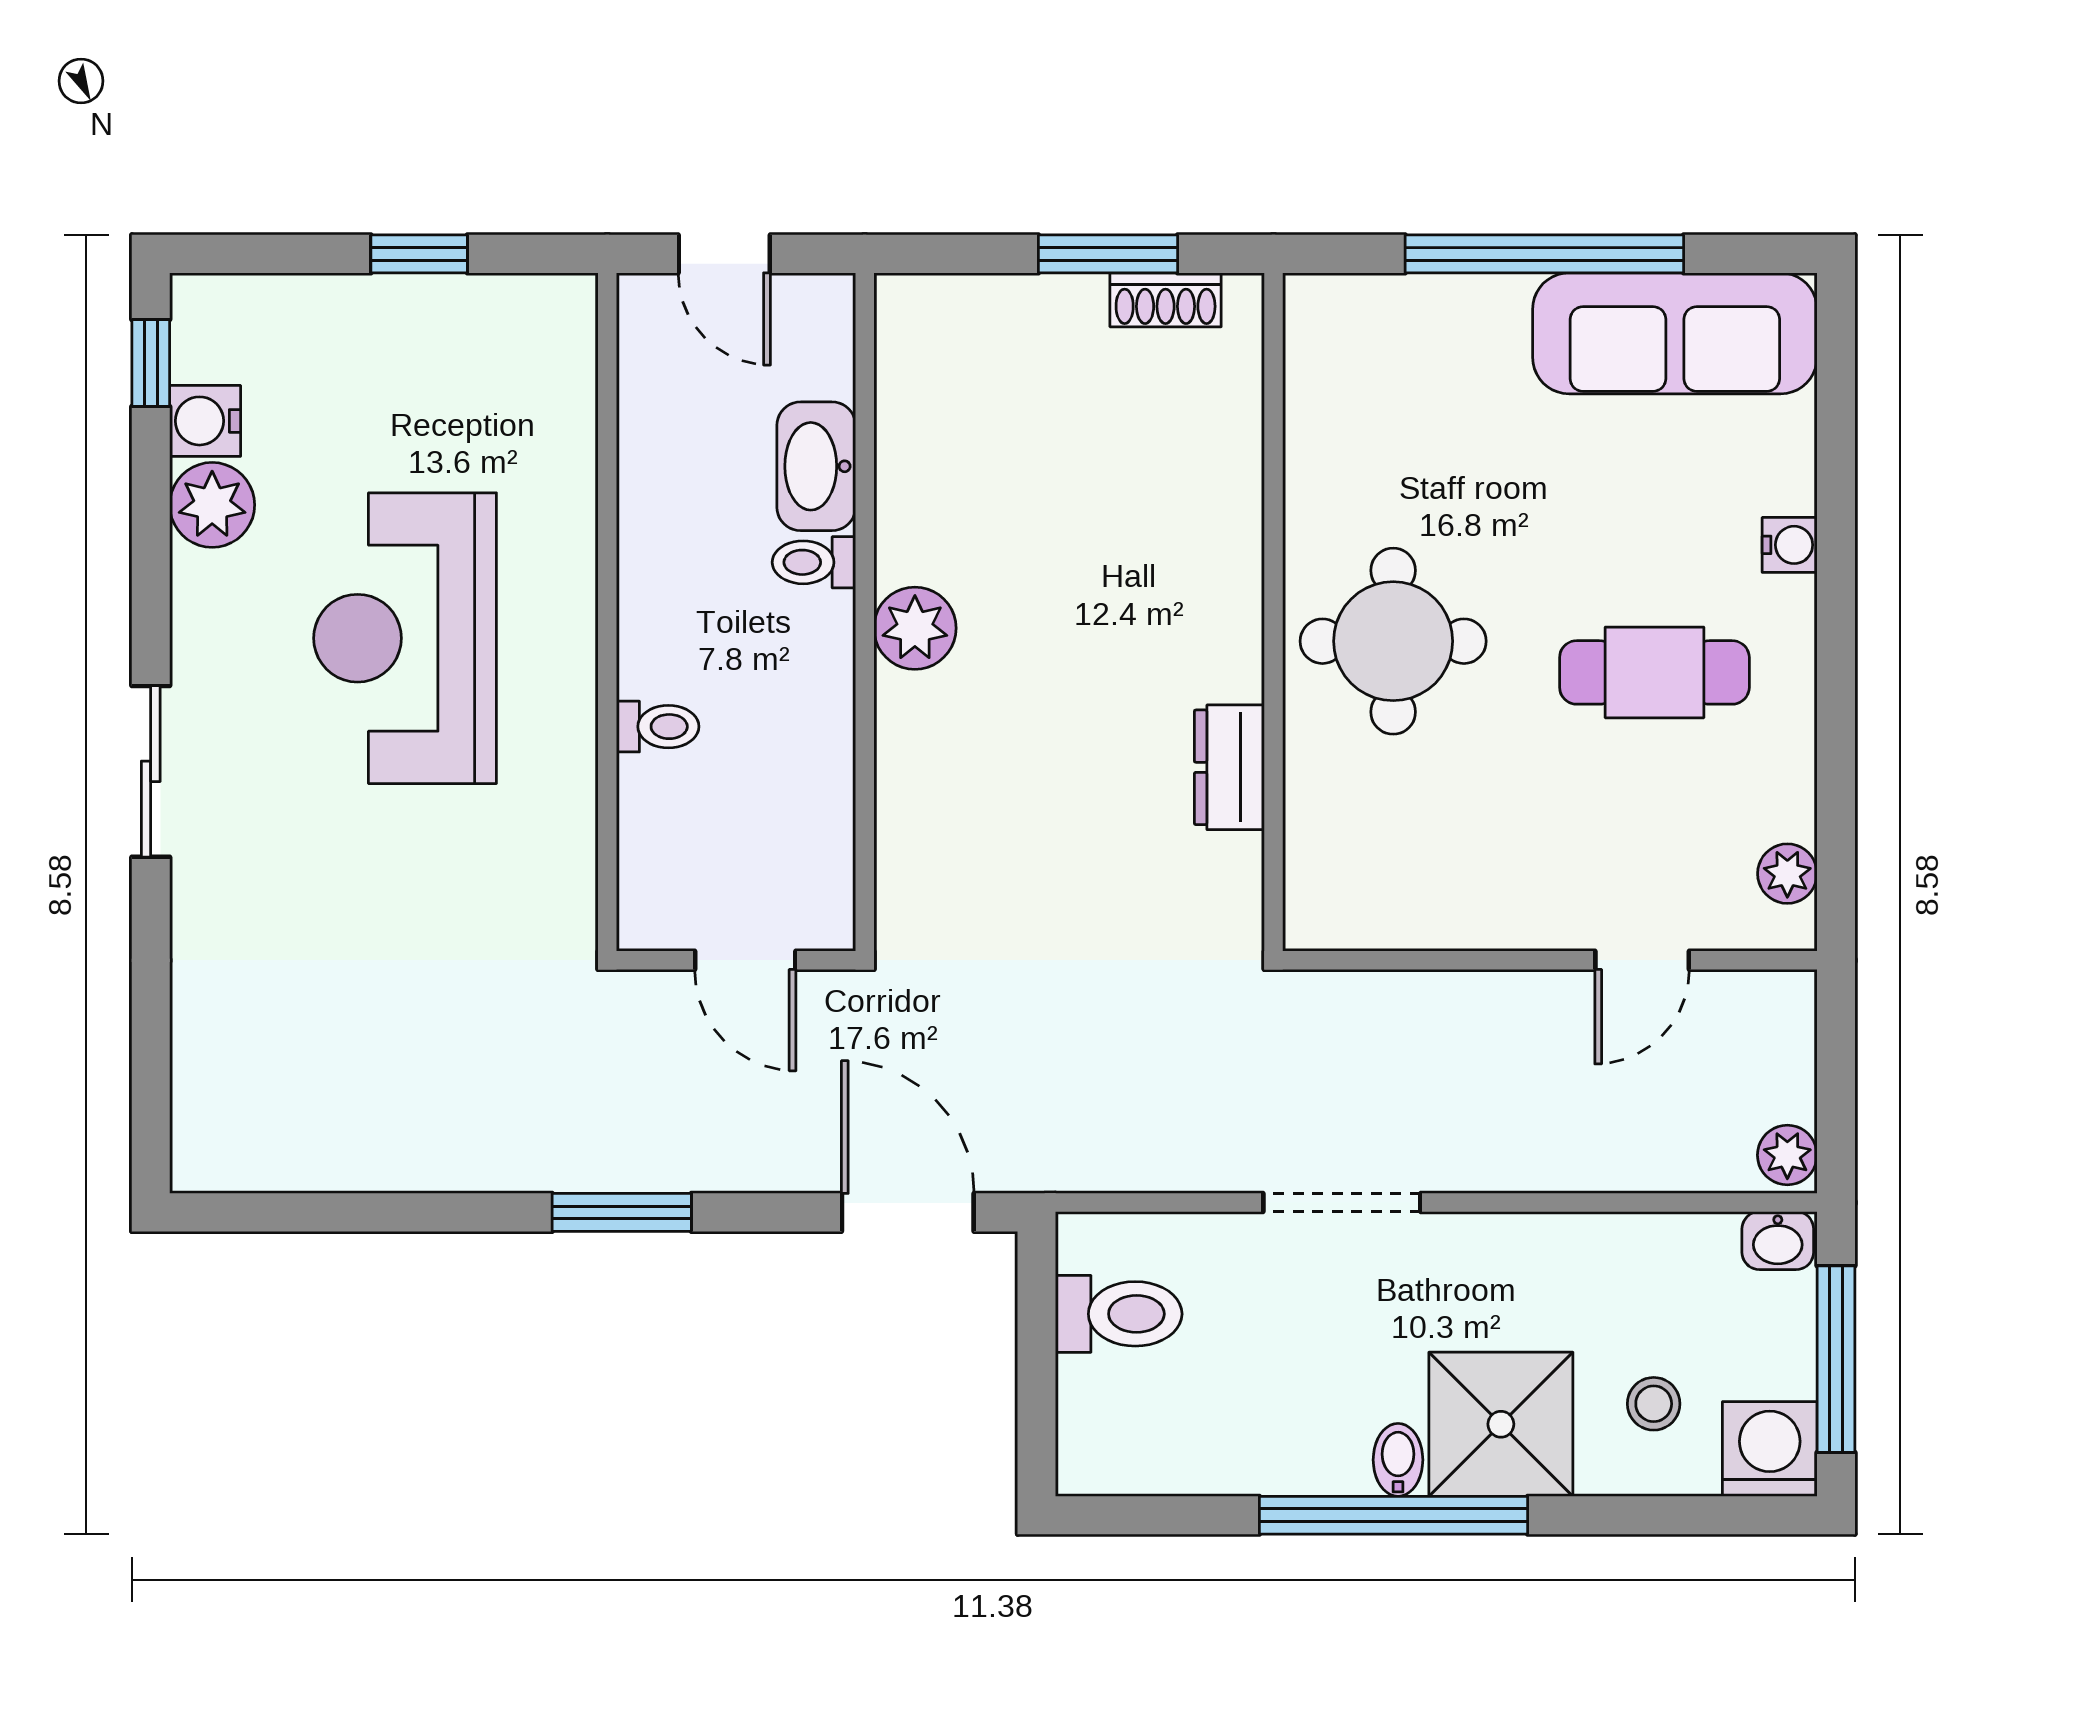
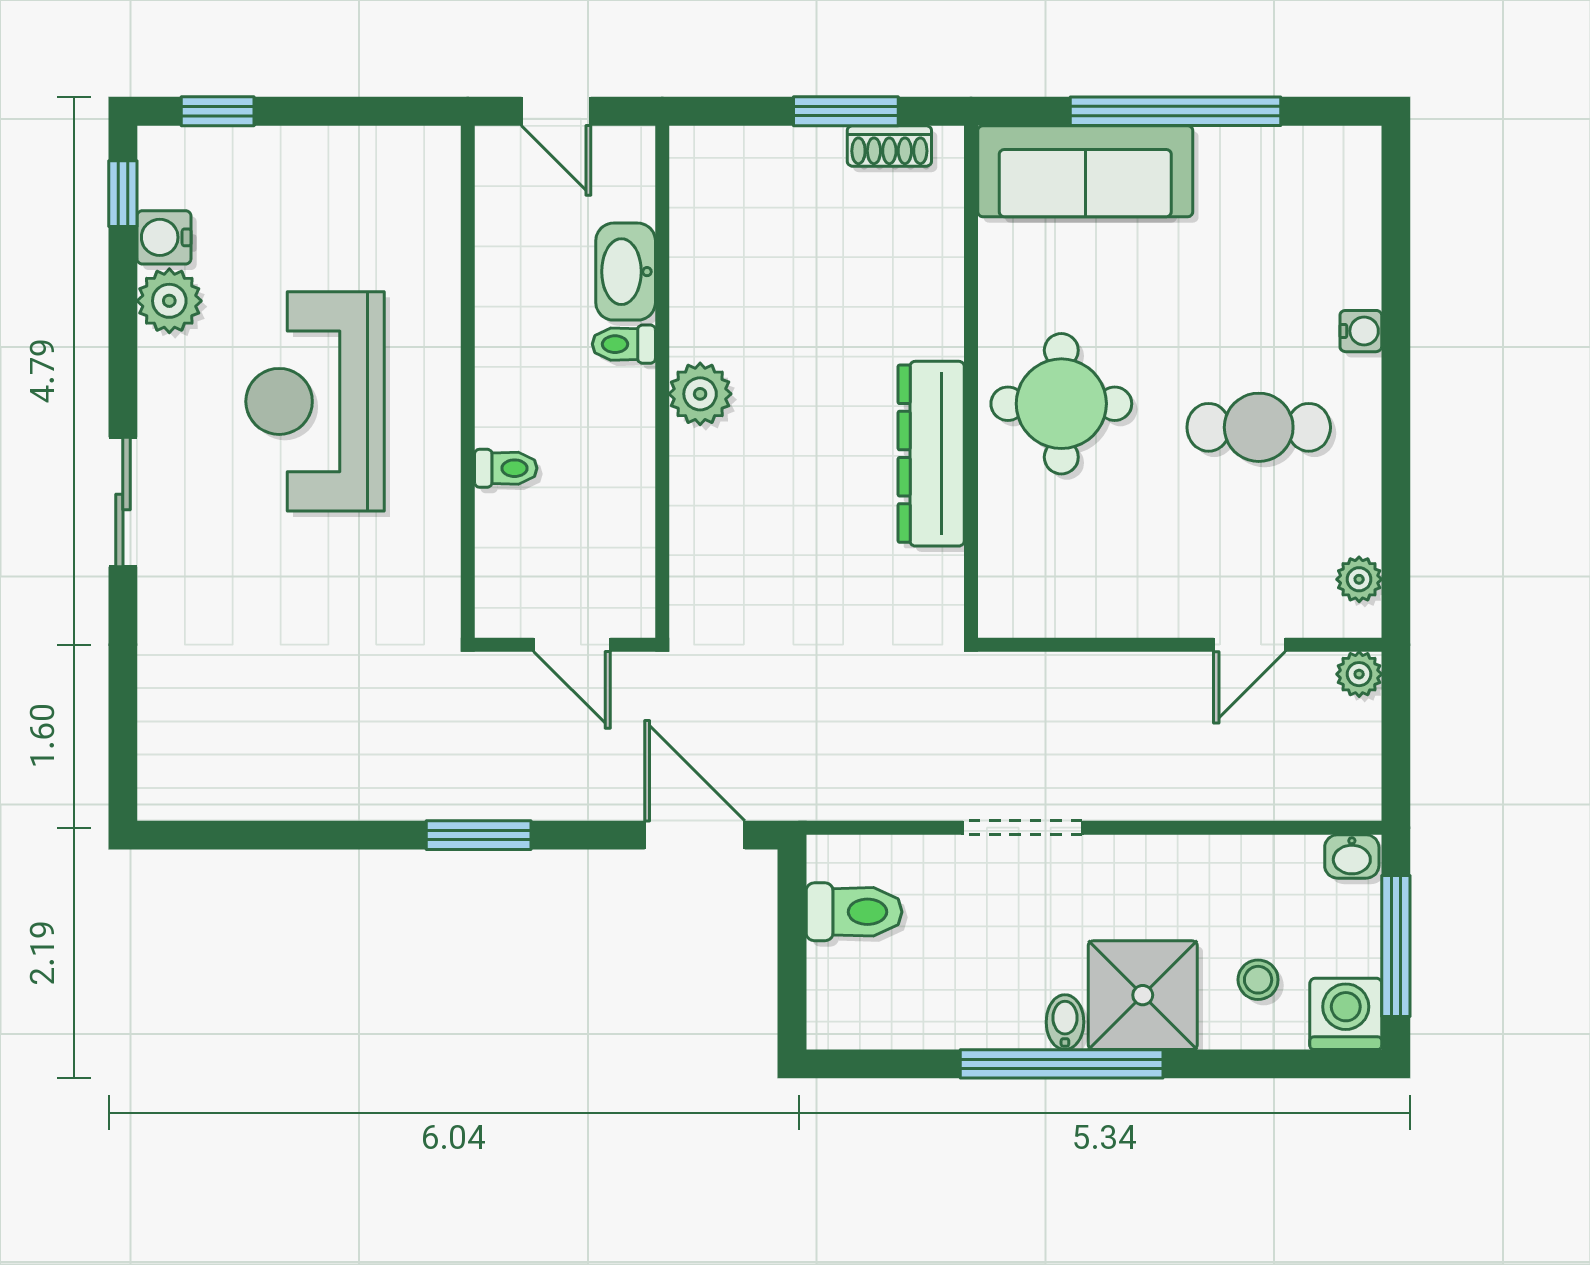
window: (419, 254) -> (218, 111), moved
sofa: (1675, 333) -> (1085, 171), moved
dresser: (1229, 767) -> (931, 454), width x1.96, depth x1.24
plant: (1787, 1155) -> (1359, 674), moved

